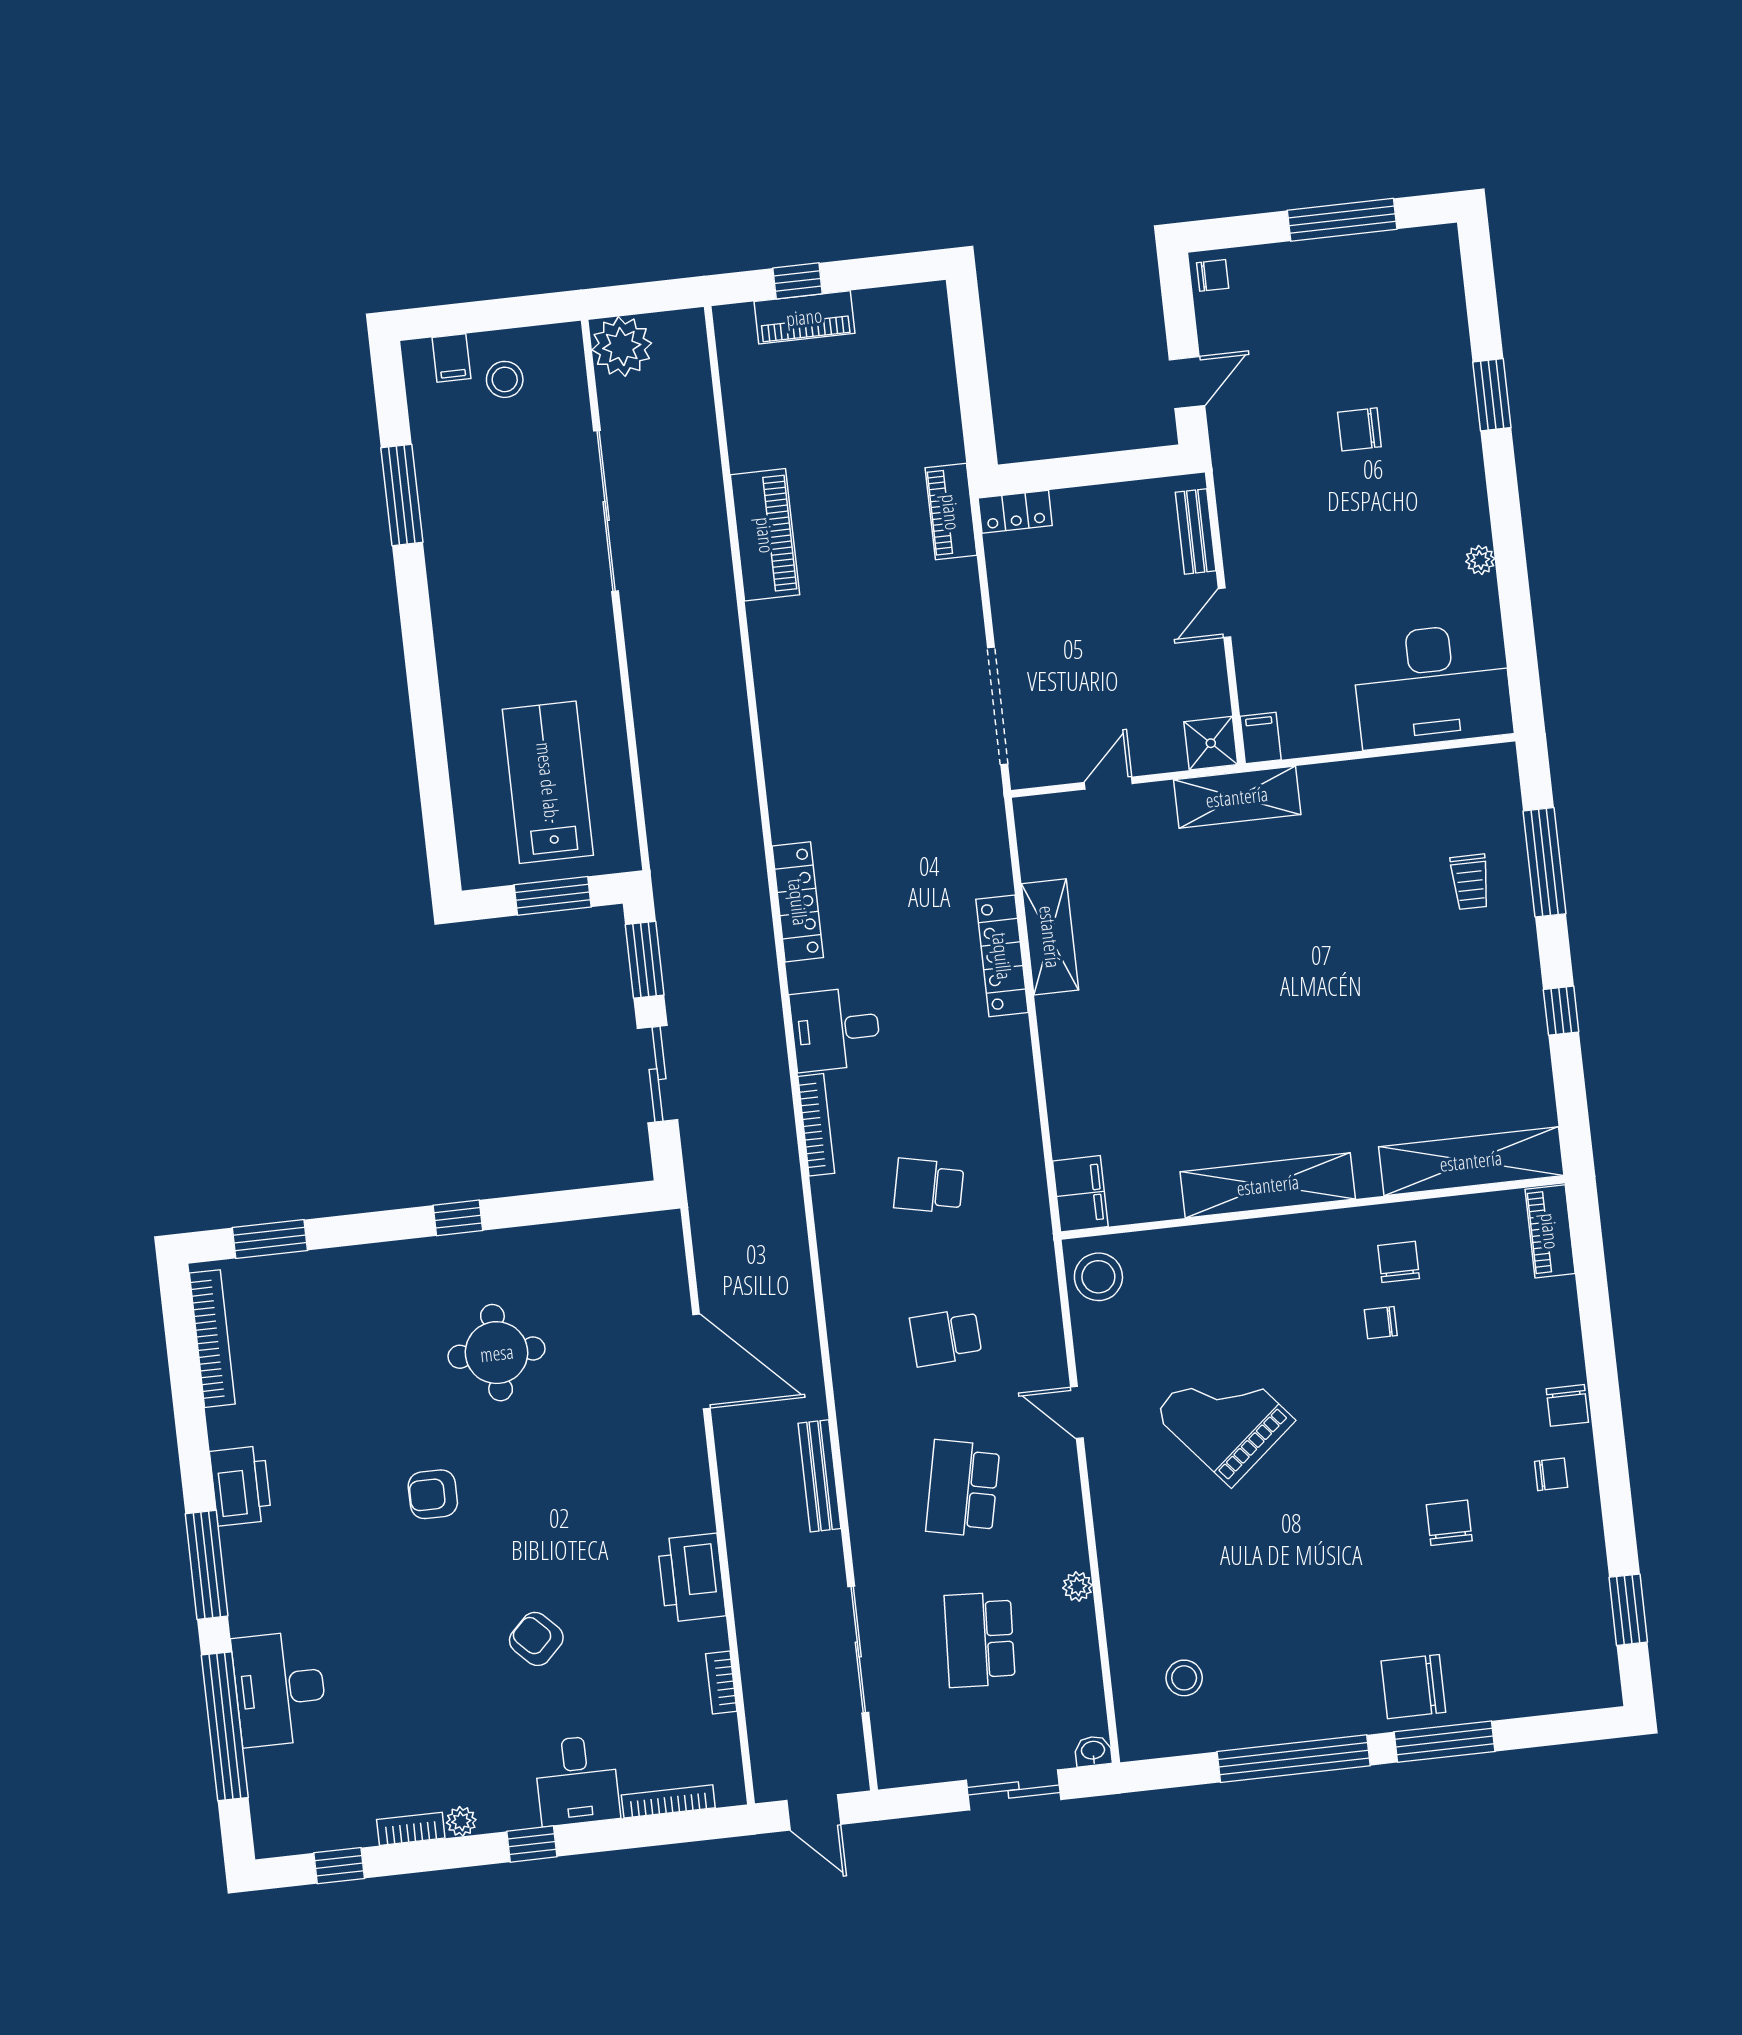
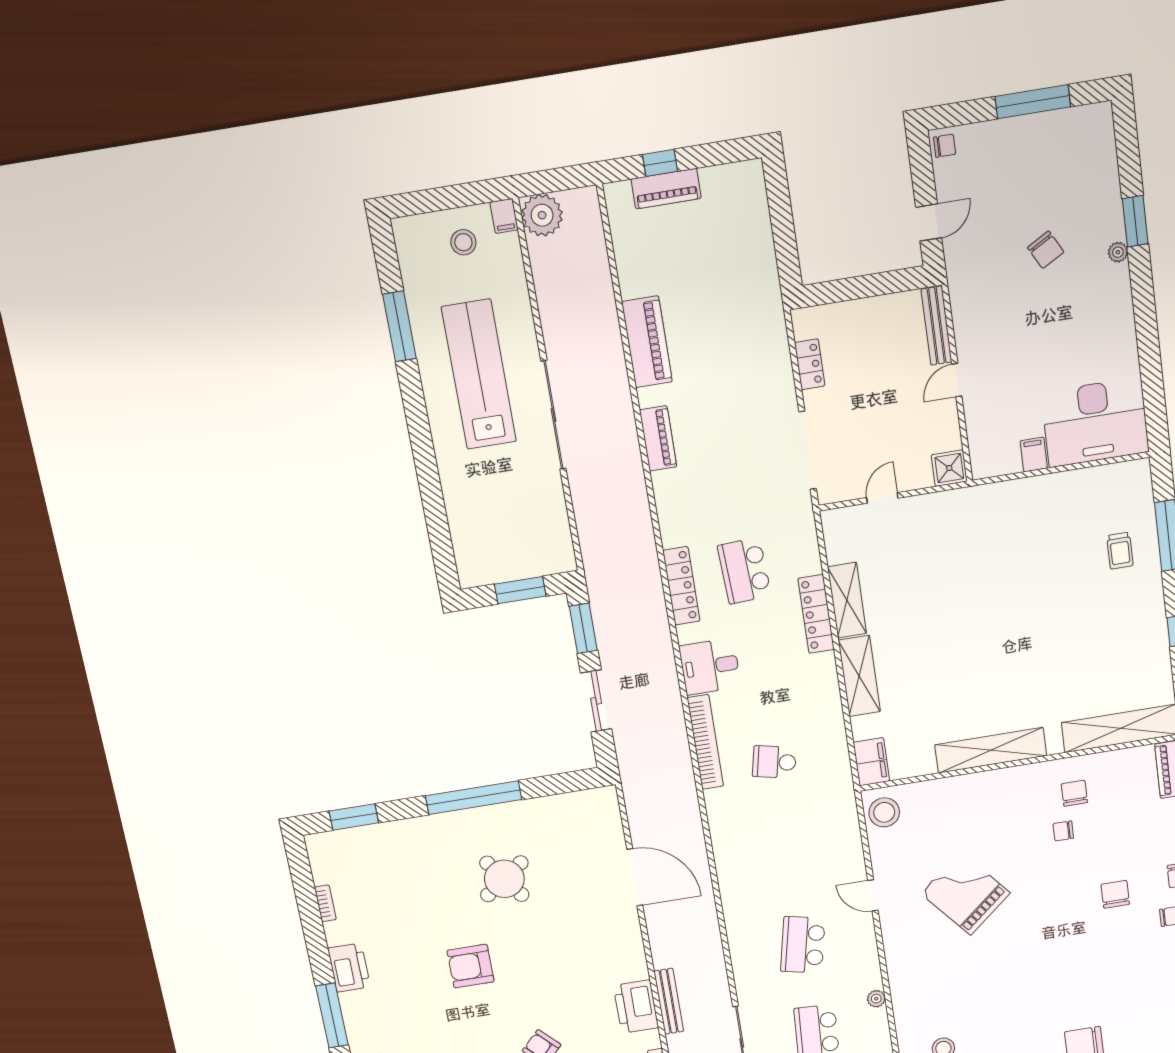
filing cabinet: (451, 358) -> (504, 216), moved
chair: (1359, 429) -> (1046, 250), turned -119
sliding door: (606, 511) -> (553, 415), moved
piano: (951, 512) -> (658, 438), moved, turned 180
locker: (1015, 512) -> (810, 364), moved, turned -90
bench: (1196, 532) -> (937, 326), width x1.36
plant: (1480, 560) -> (1118, 252), moved
filing cabinet: (1261, 738) -> (1034, 455), moved
lab bench: (548, 782) -> (479, 374), moved, width x1.36
shelving: (1237, 797) -> (859, 676), moved, turned 90
bookcase: (816, 1125) -> (705, 742), width x1.48, depth x1.31
window: (458, 1218) -> (474, 798), width x3.17
school desk: (946, 1337) -> (744, 571), moved, width x1.85
bookcase: (212, 1339) -> (325, 903), width x0.43, depth x0.76
round table: (497, 1353) -> (504, 879), turned -36
bench: (819, 1476) -> (669, 1001), moved
armchair: (433, 1494) -> (471, 966), width x1.38, depth x1.38
chair: (1449, 1523) -> (1115, 894), moved

